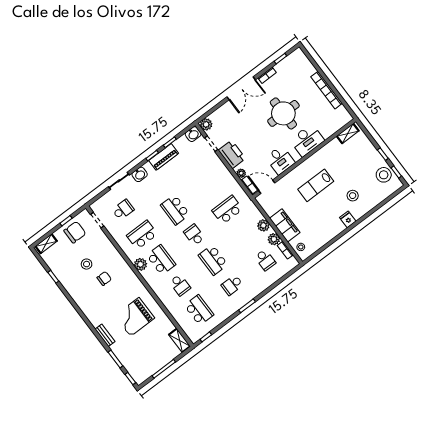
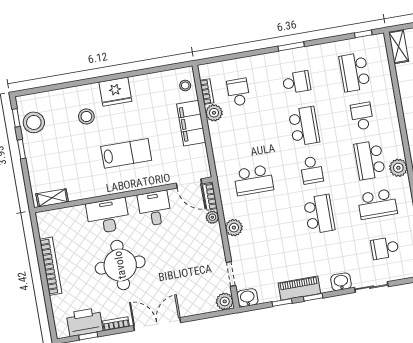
printer: (232, 154) -> (85, 322), moved, turned 90
fridge: (348, 219) -> (115, 92), width x1.88, depth x1.34
plant: (263, 225) -> (234, 228), moved

